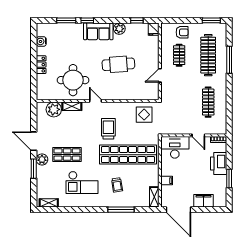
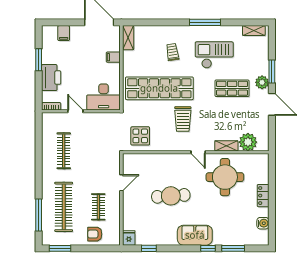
plant: (119, 29) -> (170, 238), removed
window: (229, 60) -> (39, 215), moved
filing cabinet: (203, 201) -> (64, 33), width x0.50
window: (121, 210) -> (205, 22), moved

